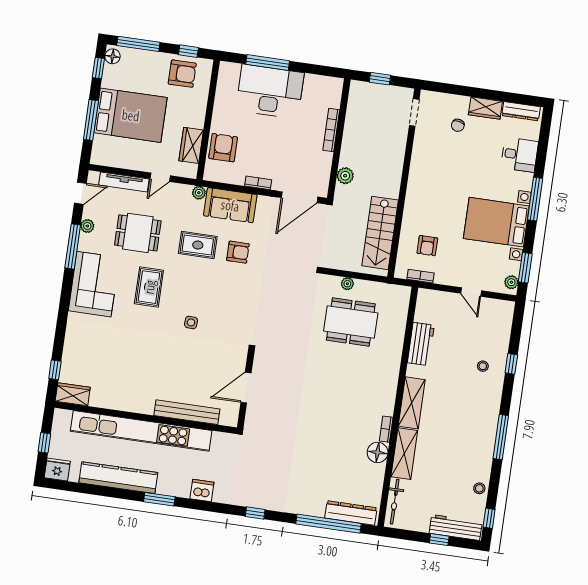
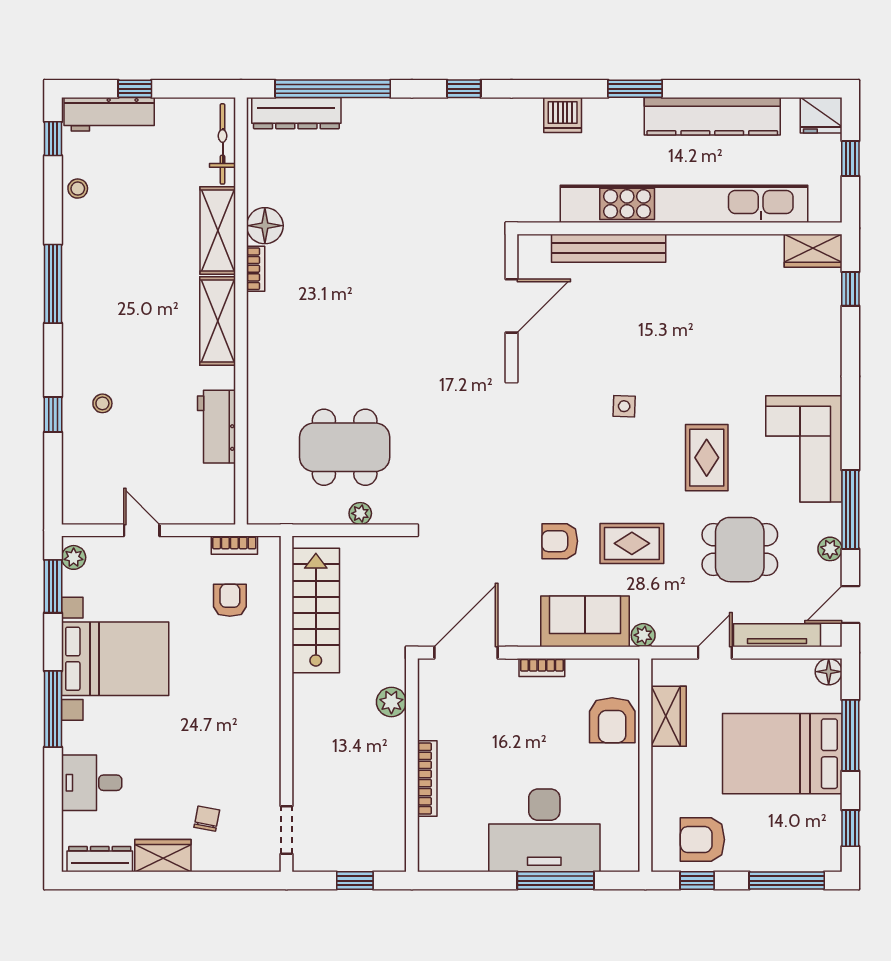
floor lamp: (113, 56) -> (829, 672), moved

